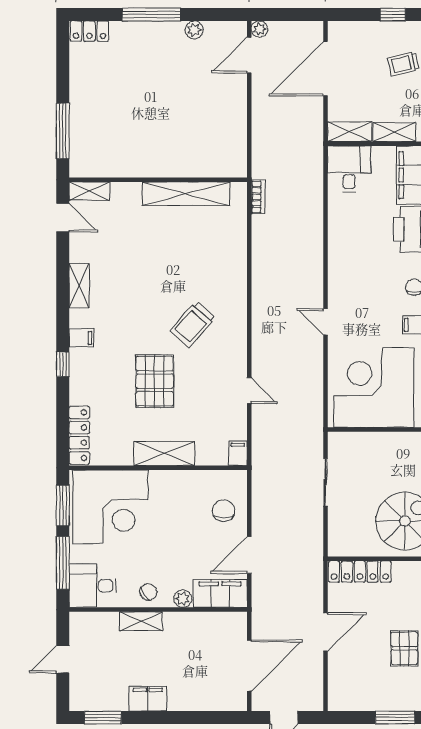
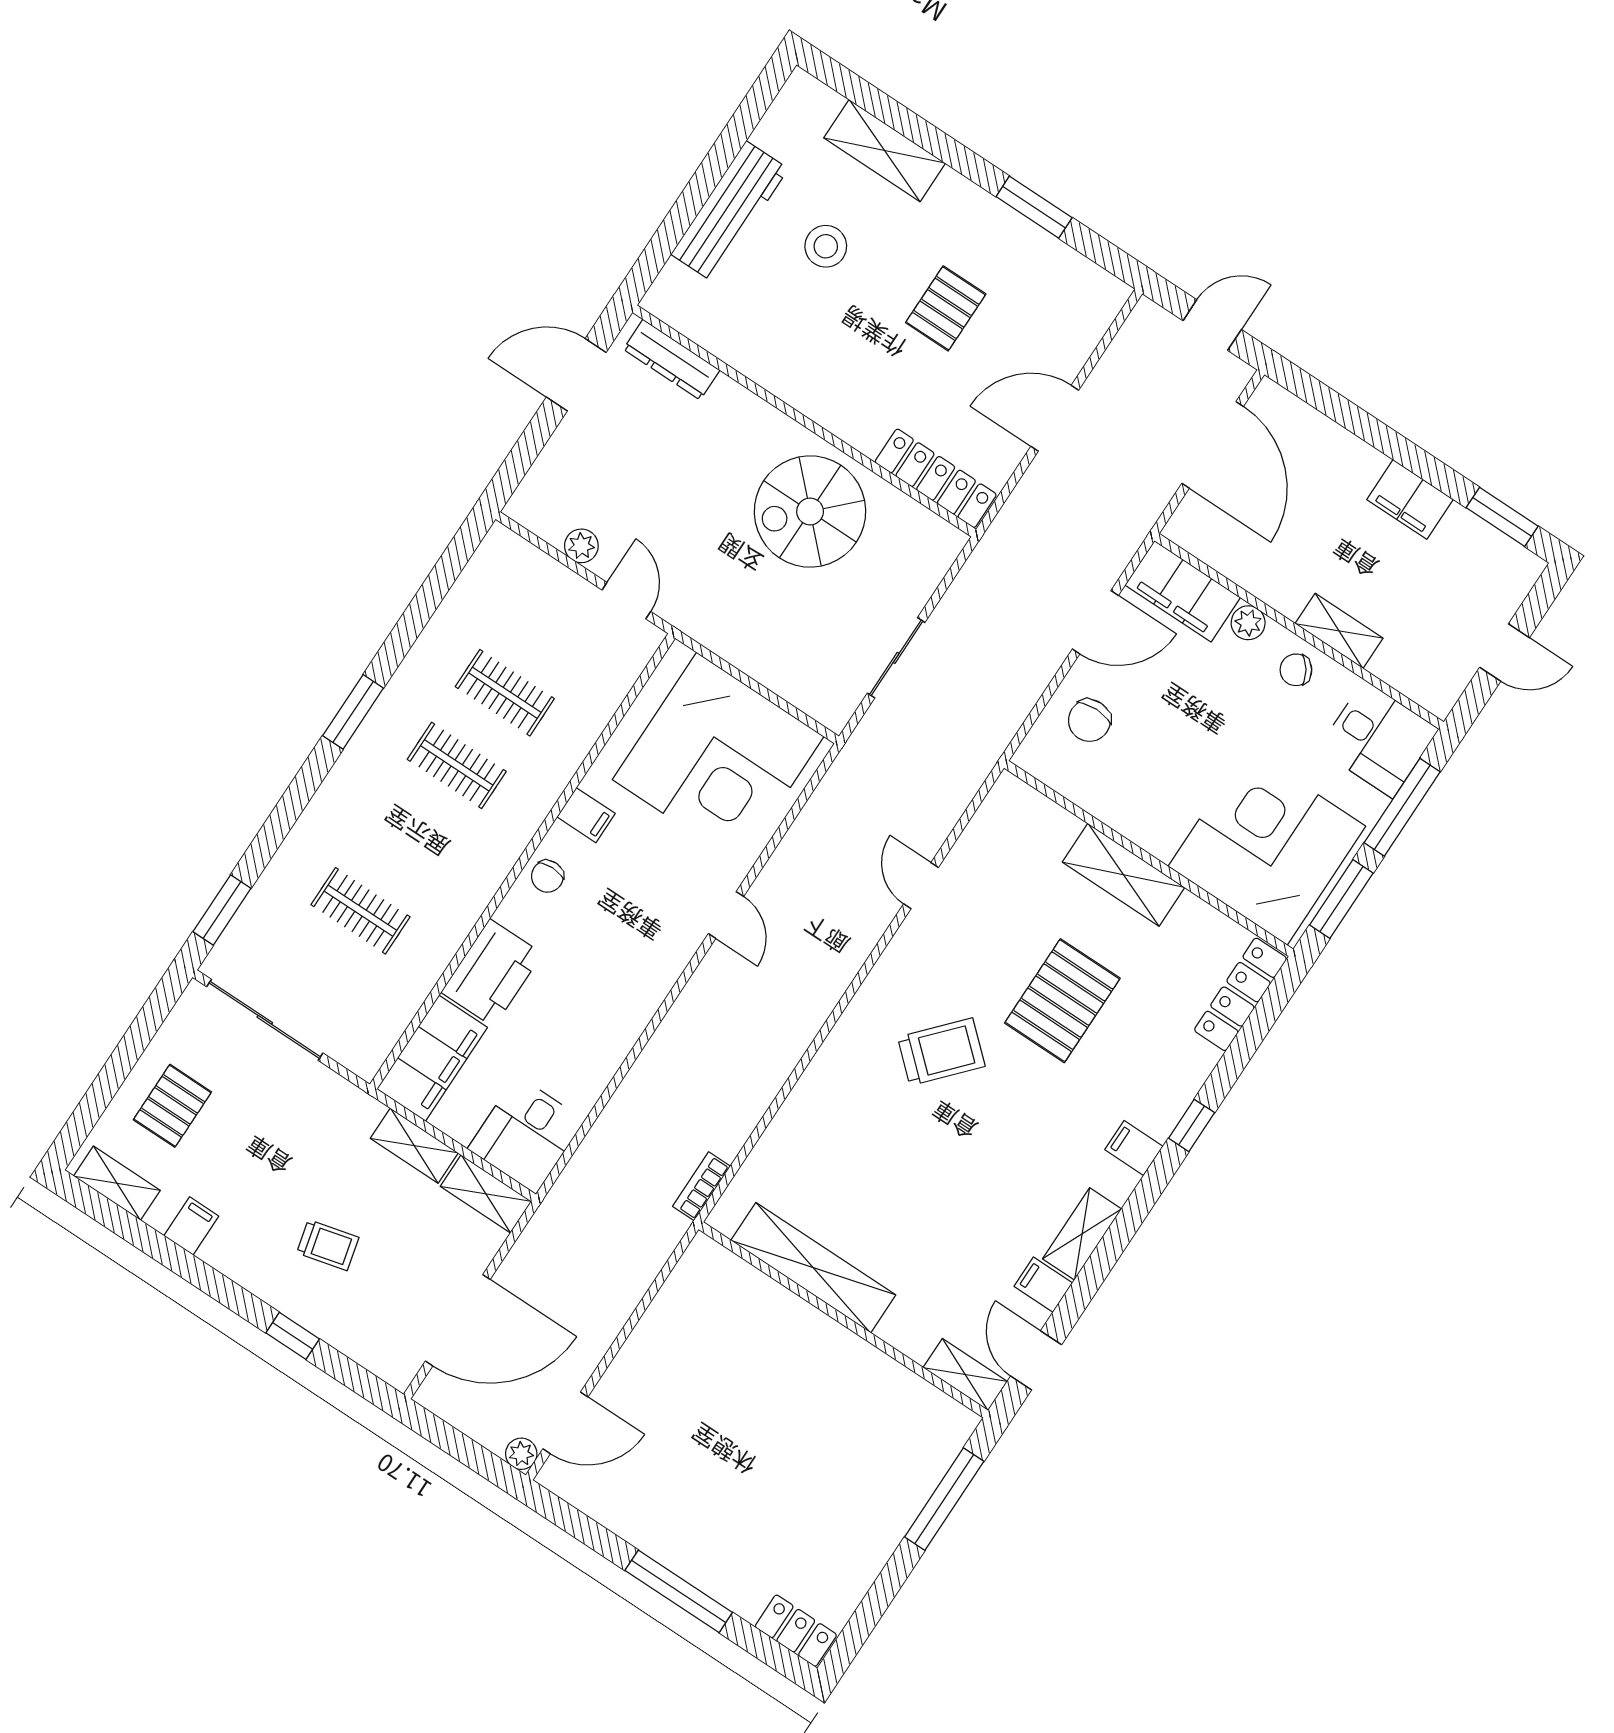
plant: (194, 30) -> (627, 1522), removed
filing cabinet: (238, 453) -> (1043, 1285), moved, turned 90
door: (249, 666) -> (1213, 445), swing flipped

